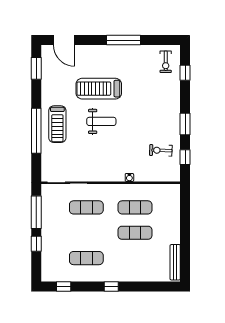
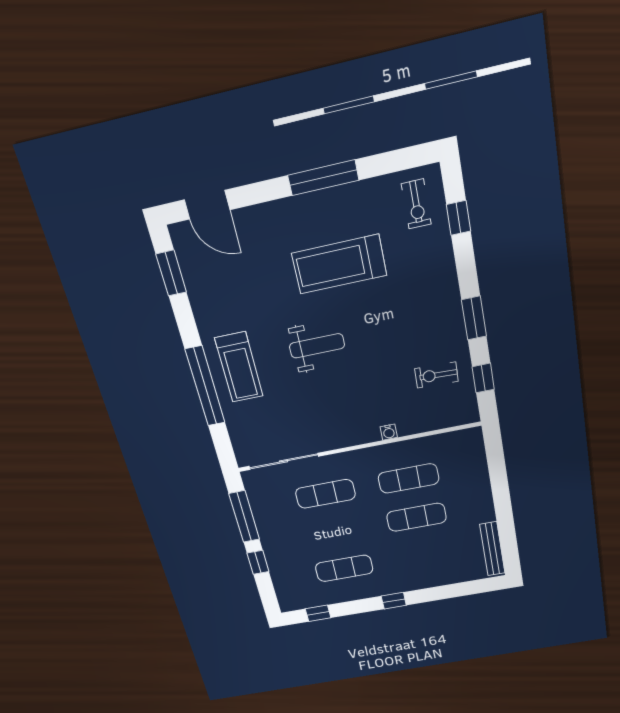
treadmill: (99, 89) -> (339, 264), moved

